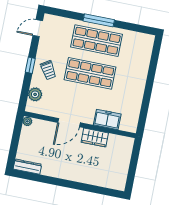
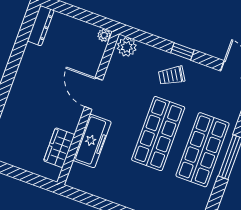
plant: (35, 94) -> (127, 47), moved
freezer: (107, 119) -> (92, 141), width x1.40
wardrobe: (95, 138) -> (59, 148), moved

